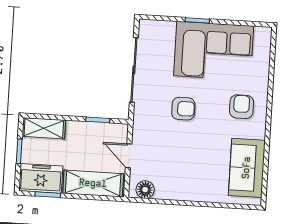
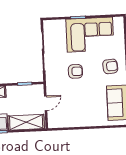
armchair: (242, 107) -> (110, 66), turned 85
door: (129, 156) -> (46, 103), swing flipped
floor lamp: (145, 190) -> (58, 123), removed

